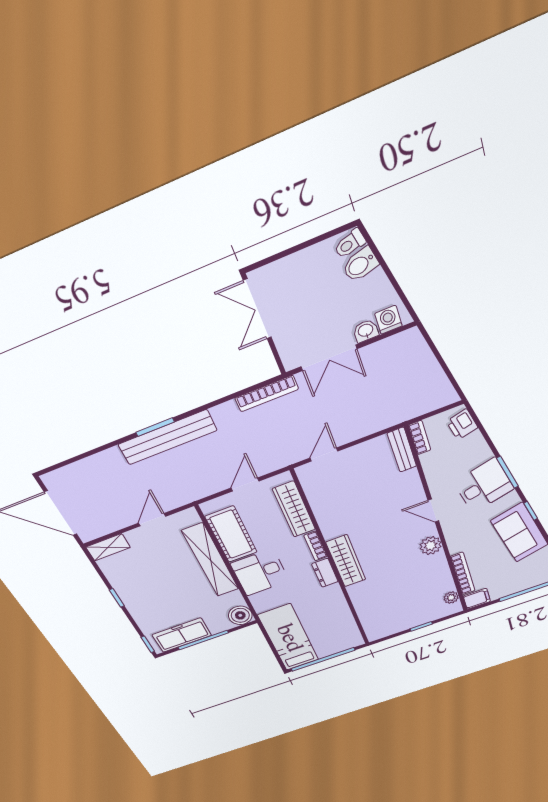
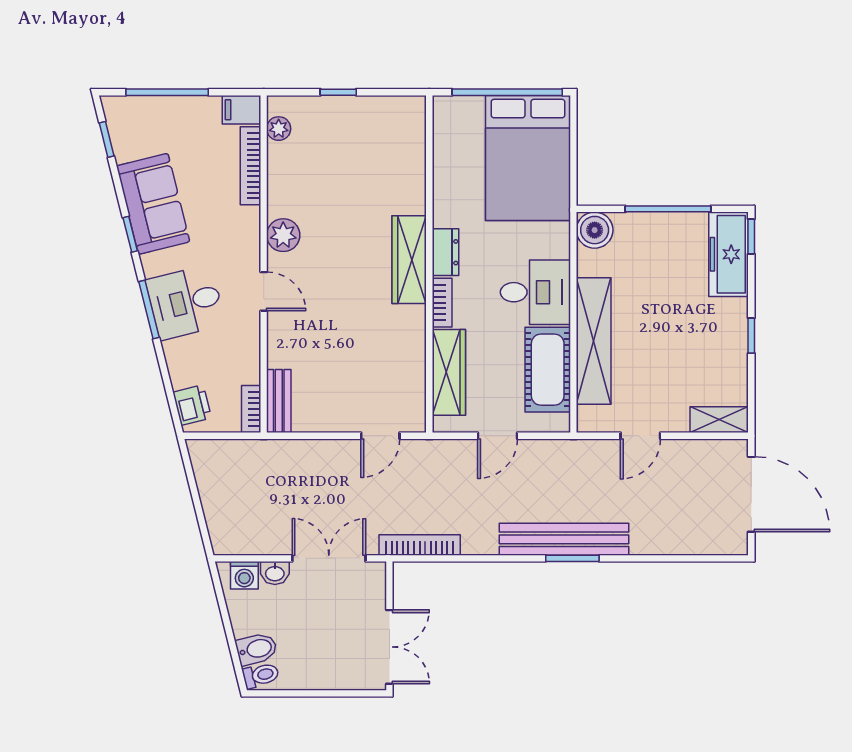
freezer: (182, 635) -> (728, 254), moved, turned 90
bed: (289, 638) -> (528, 158), width x1.50

